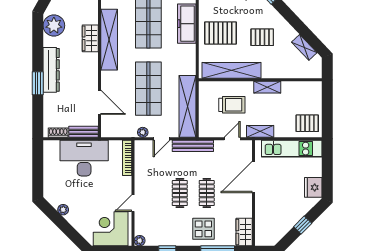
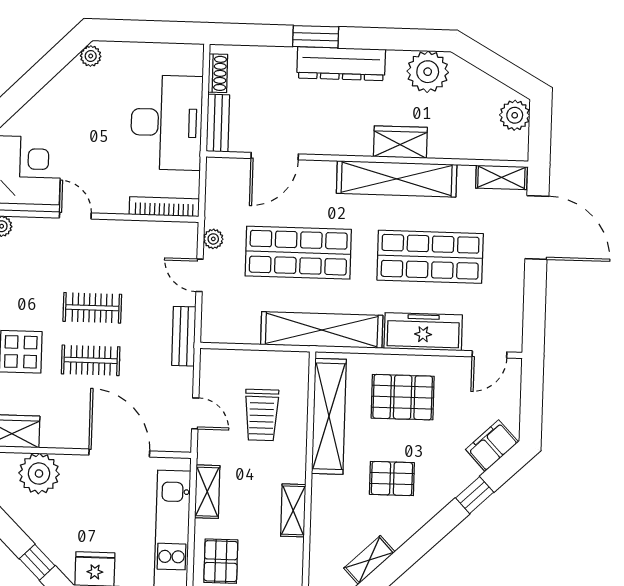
pallet: (220, 33) -> (403, 397), turned 90
pallet: (262, 37) -> (392, 479), turned 90
shelving: (267, 87) -> (293, 510), moved
shelving: (187, 106) -> (322, 330), moved
shelving: (260, 131) -> (207, 492), moved
bench: (193, 146) -> (184, 336), width x0.73
plant: (63, 210) -> (91, 56), moved
plant: (265, 218) -> (39, 474), added
window: (303, 225) -> (37, 562), moved

